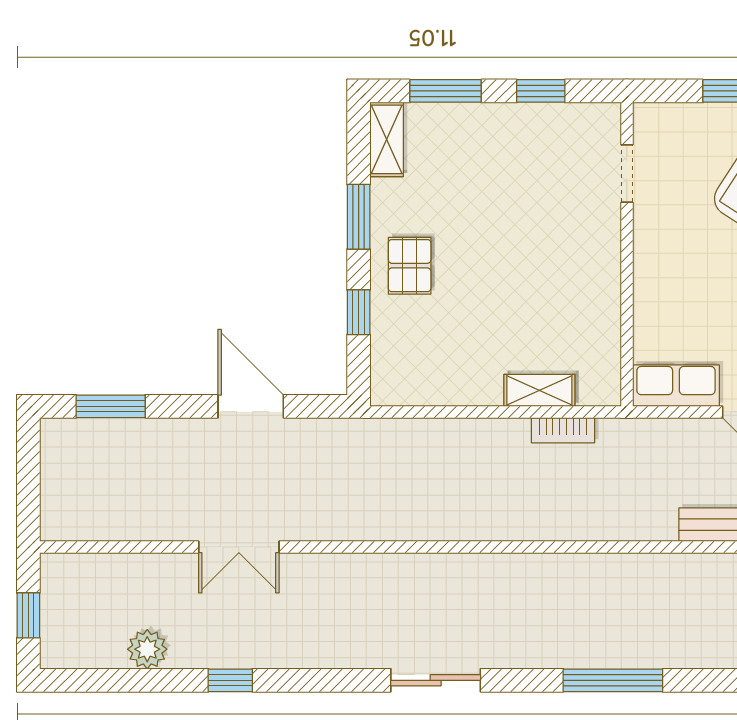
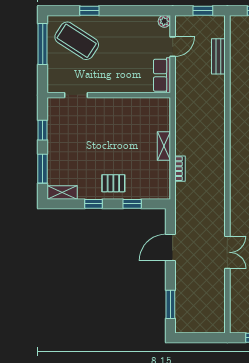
window: (359, 217) -> (94, 204), width x0.67
shelving: (539, 390) -> (164, 146), moved
bookcase: (563, 430) -> (180, 169), moved

